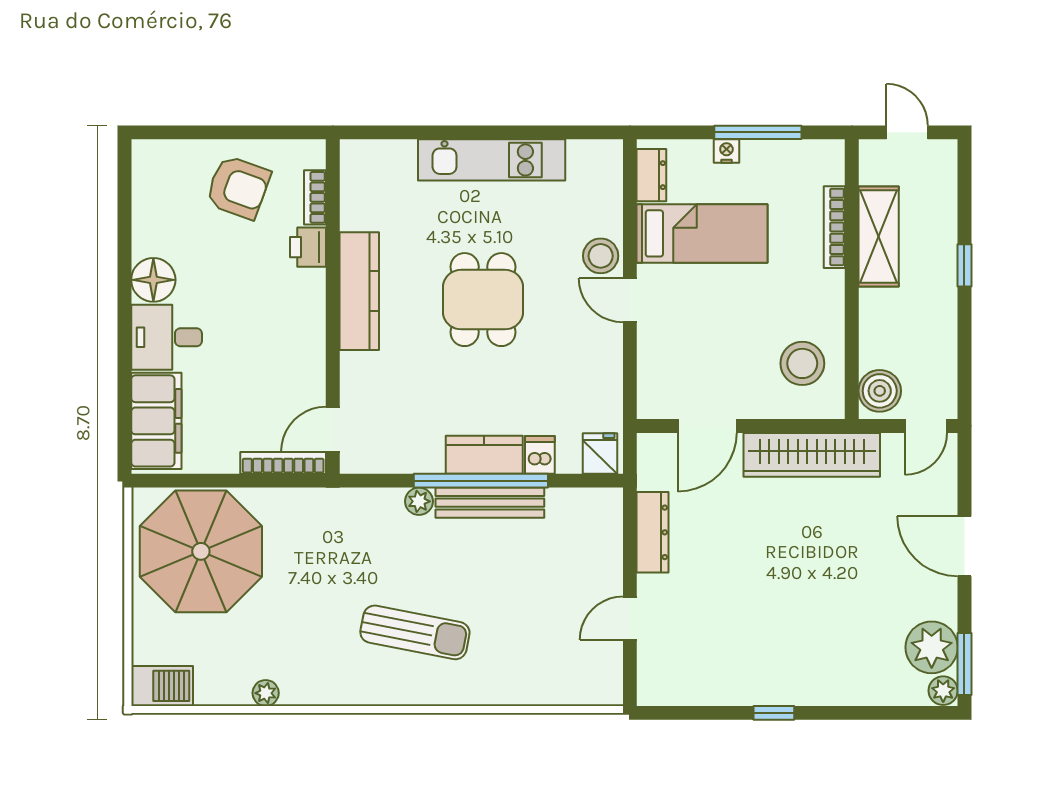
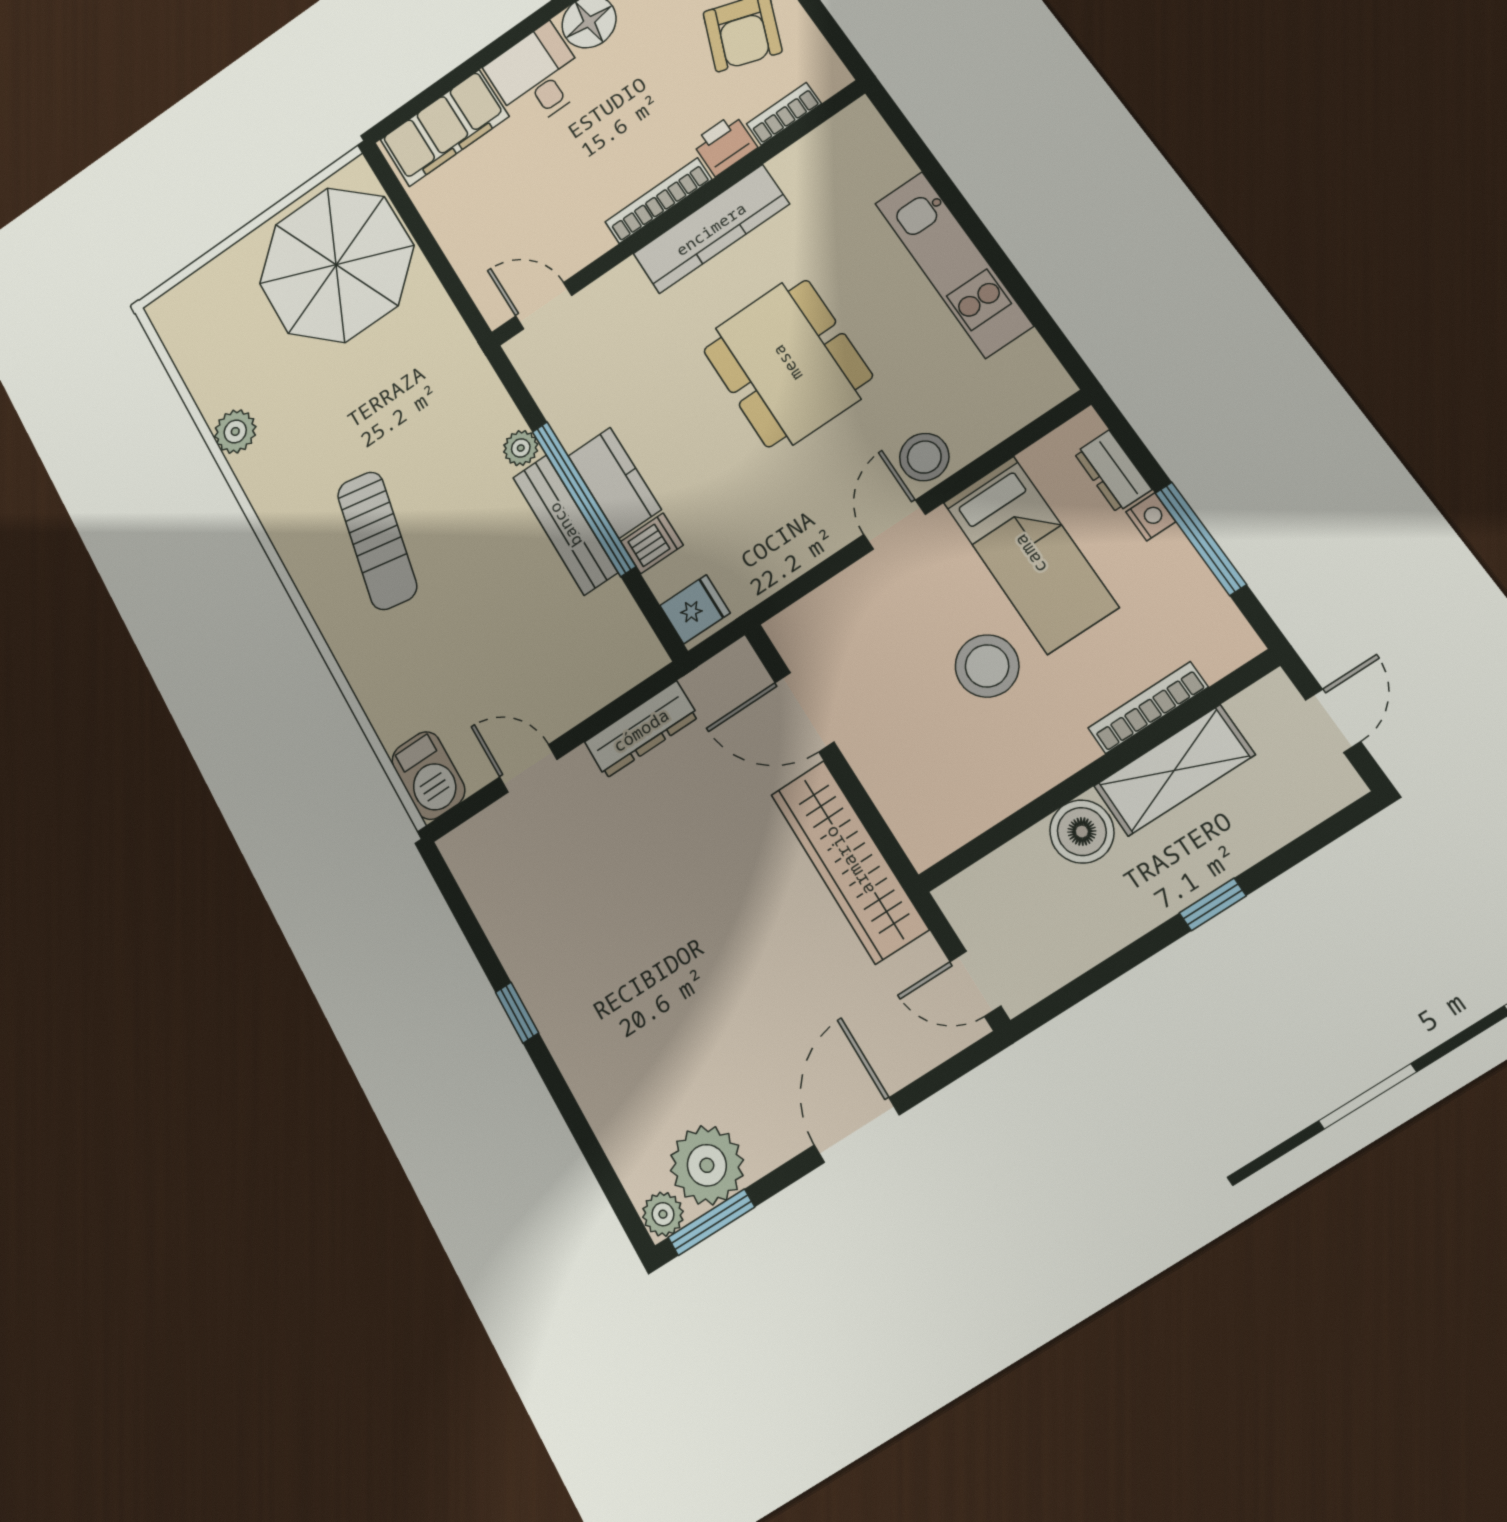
dresser: (651, 175) -> (1113, 471), moved, turned 90
dining table: (483, 300) -> (787, 363), width x1.38
stool: (802, 363) -> (987, 666), moved
boiler: (880, 391) -> (1082, 832), moved
bookcase: (283, 463) -> (658, 201), moved, turned -90
barbecue: (162, 686) -> (428, 775), moved
plant: (266, 693) -> (235, 431), width x1.38, depth x1.38

